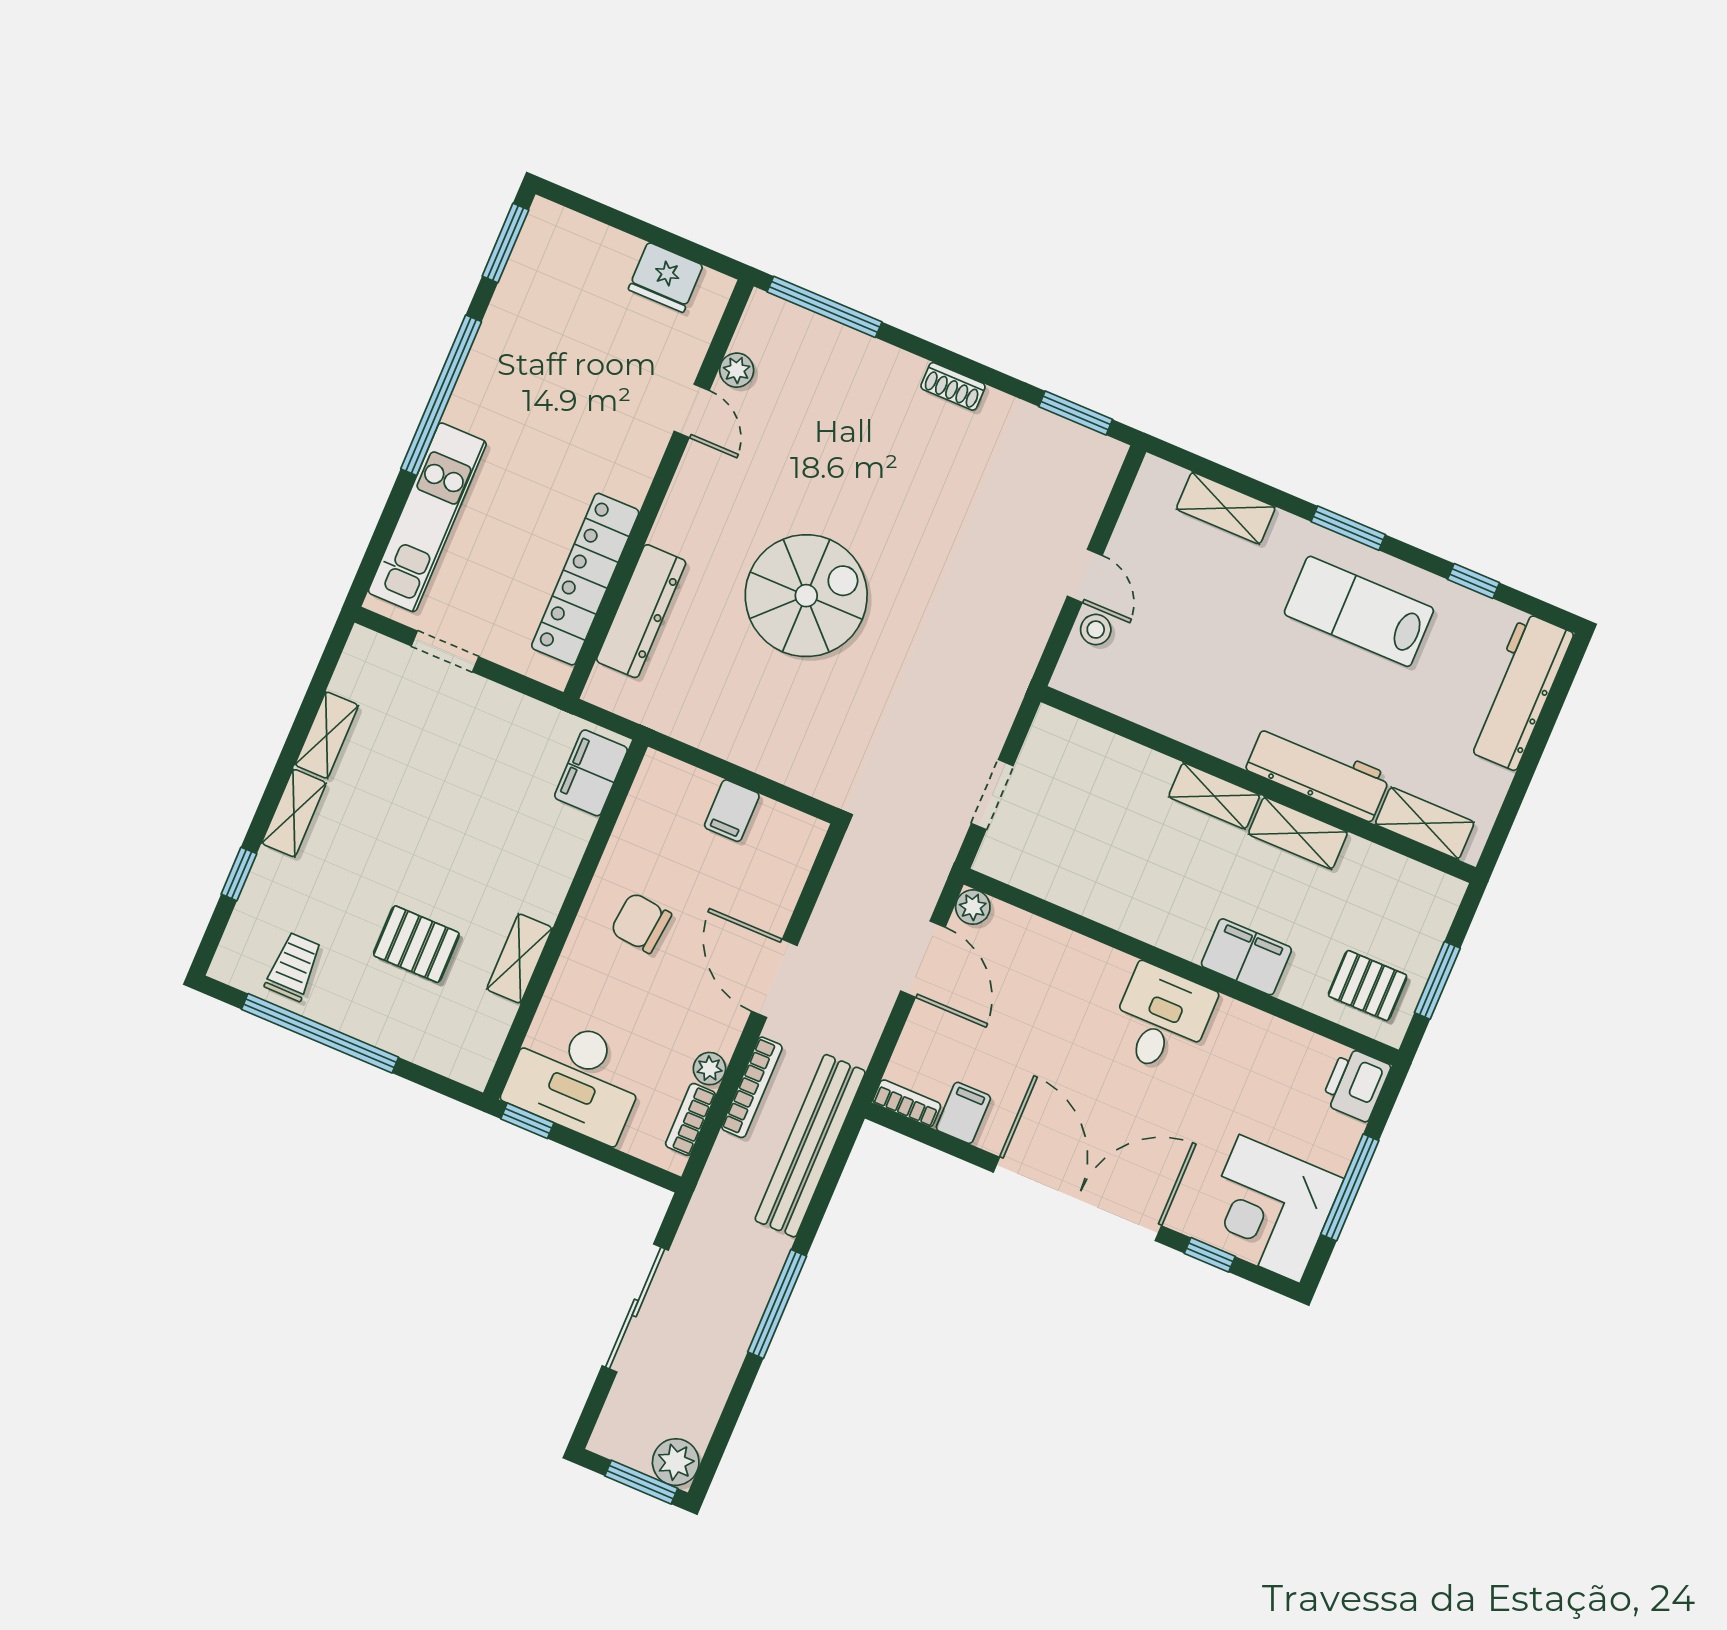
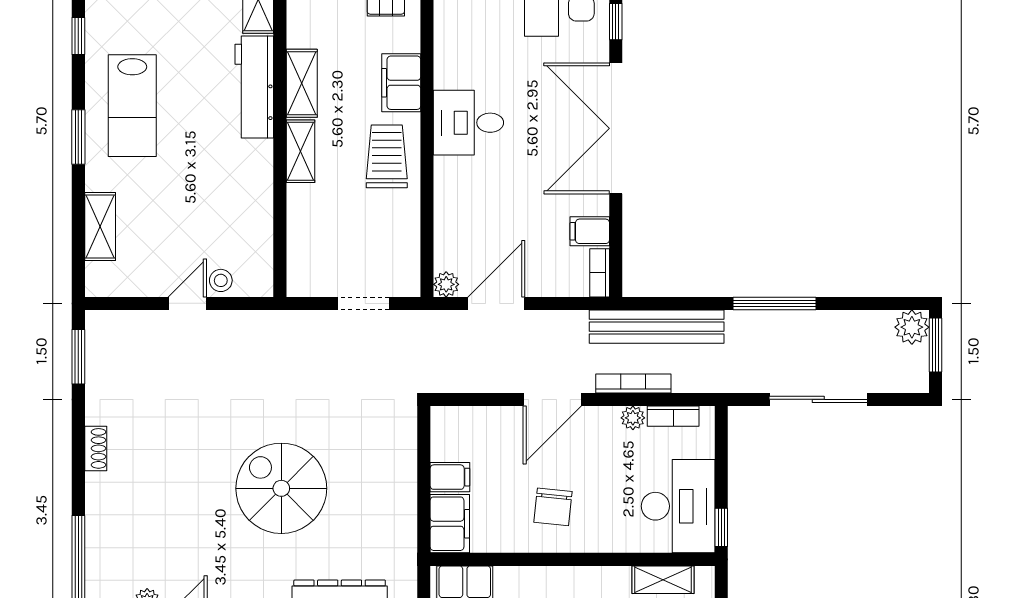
filing cabinet: (674, 786) -> (450, 524), added
trolley: (1163, 900) -> (387, 156), added
shelving: (519, 959) -> (663, 580), moved

